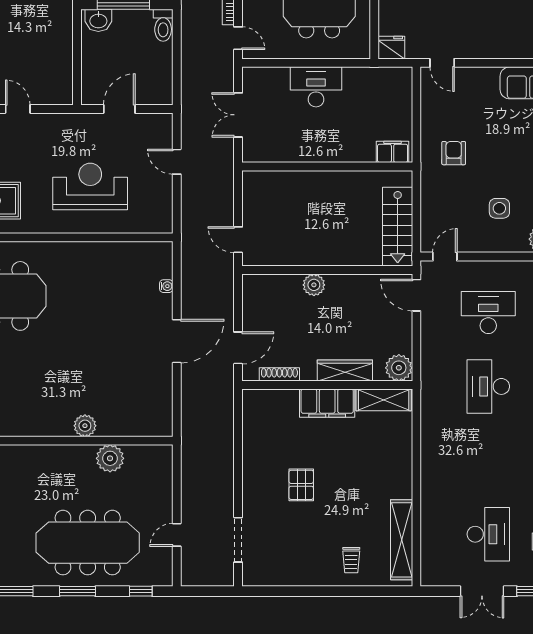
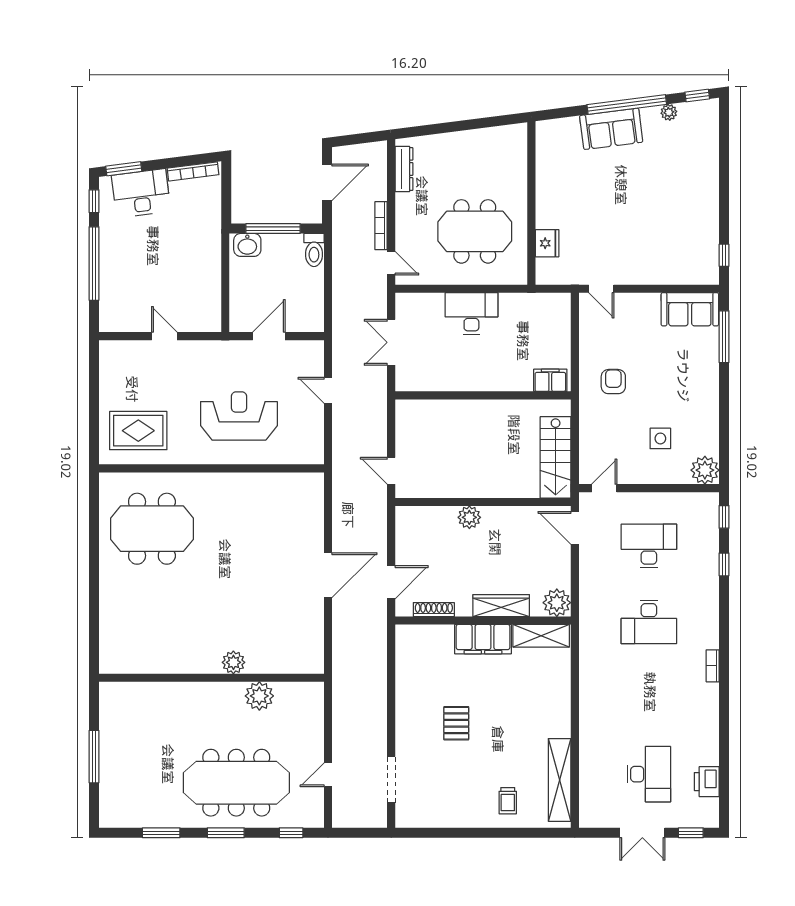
fridge: (391, 48) -> (547, 243), moved, turned 90
water cooler: (166, 286) -> (317, 519), removed
desk: (488, 386) -> (649, 622), turned -90

